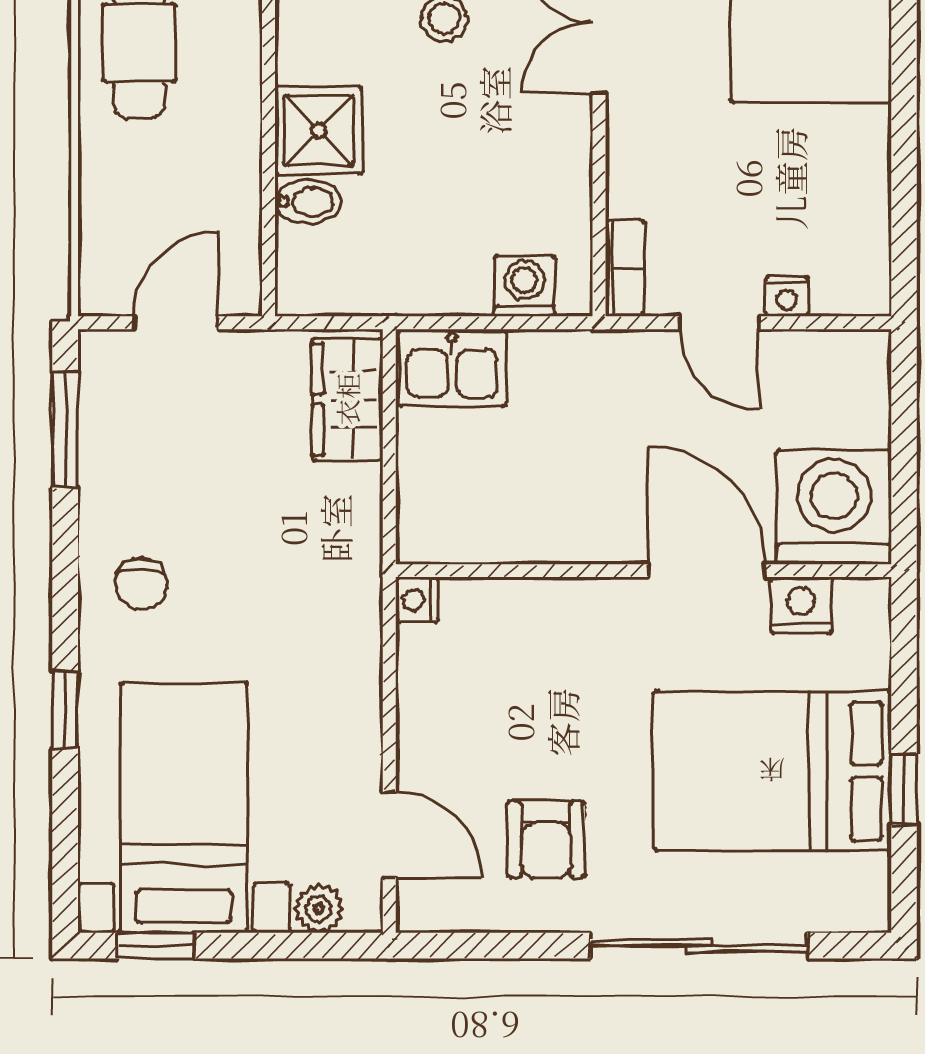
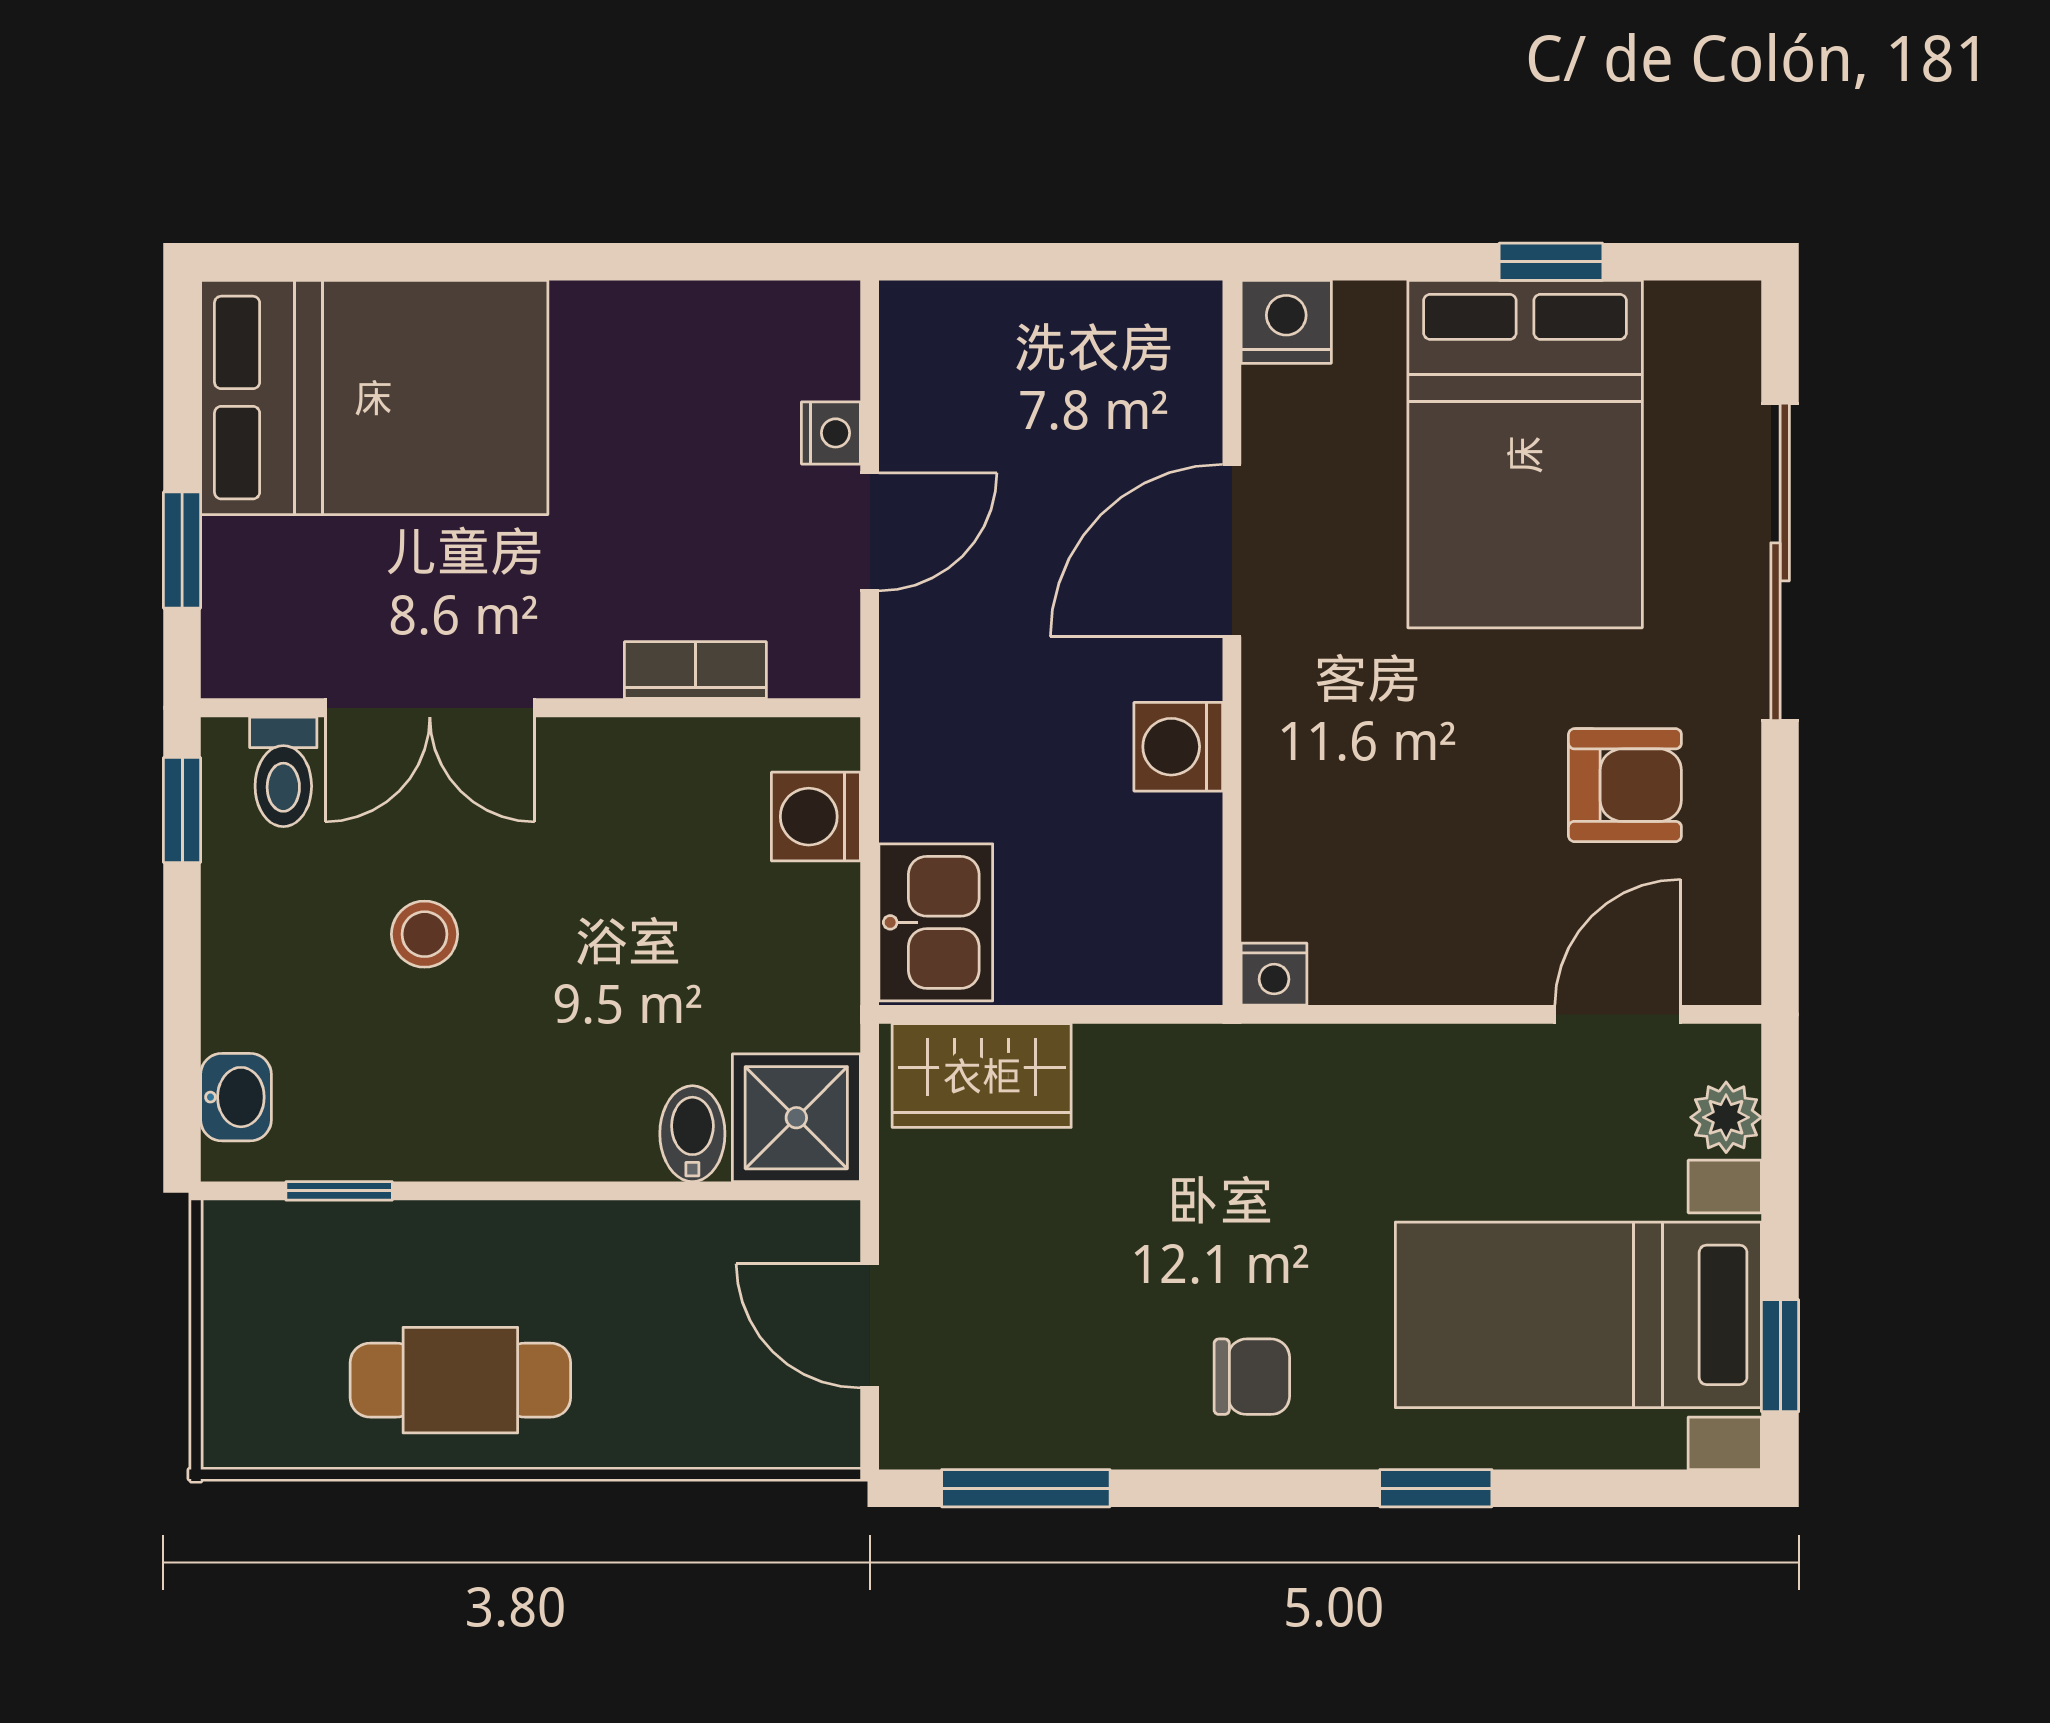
shower: (319, 131) -> (796, 1118), moved
bookcase: (625, 268) -> (695, 670), moved
washing machine: (834, 507) -> (1178, 747), moved, width x0.53, depth x0.53
nightstand: (801, 605) -> (1286, 322), moved, turned 90

